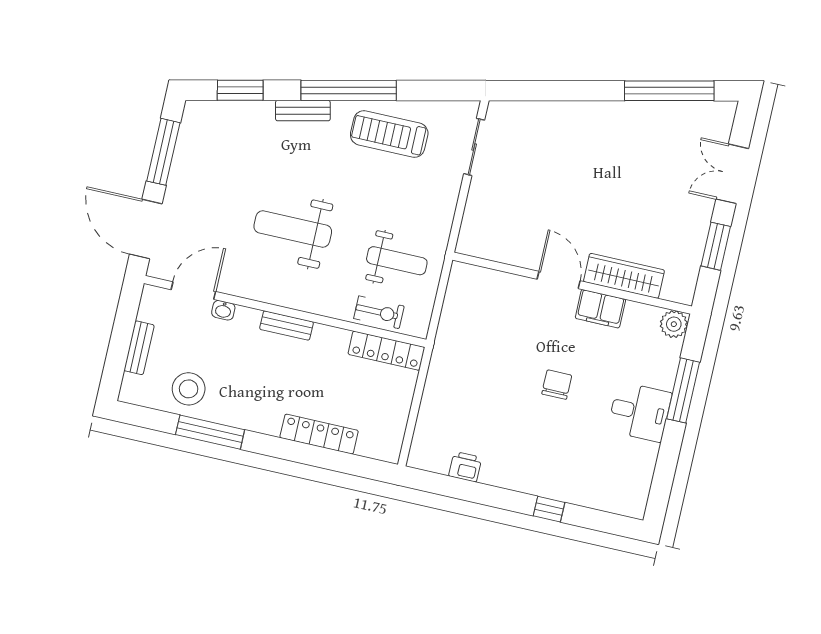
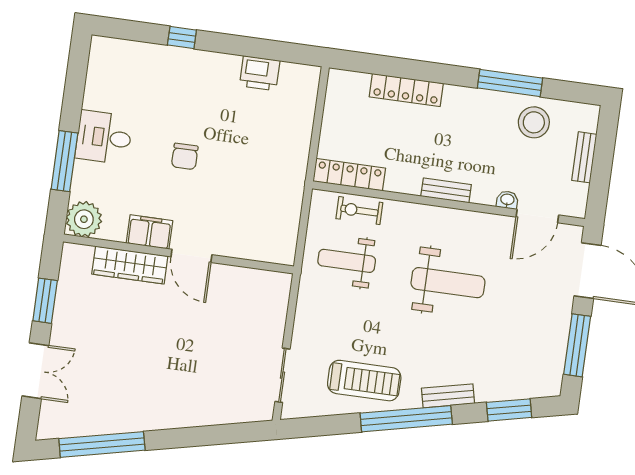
plant: (674, 324) -> (84, 219), width x1.36, depth x1.36
printer: (465, 467) -> (260, 73), width x1.36, depth x1.24

